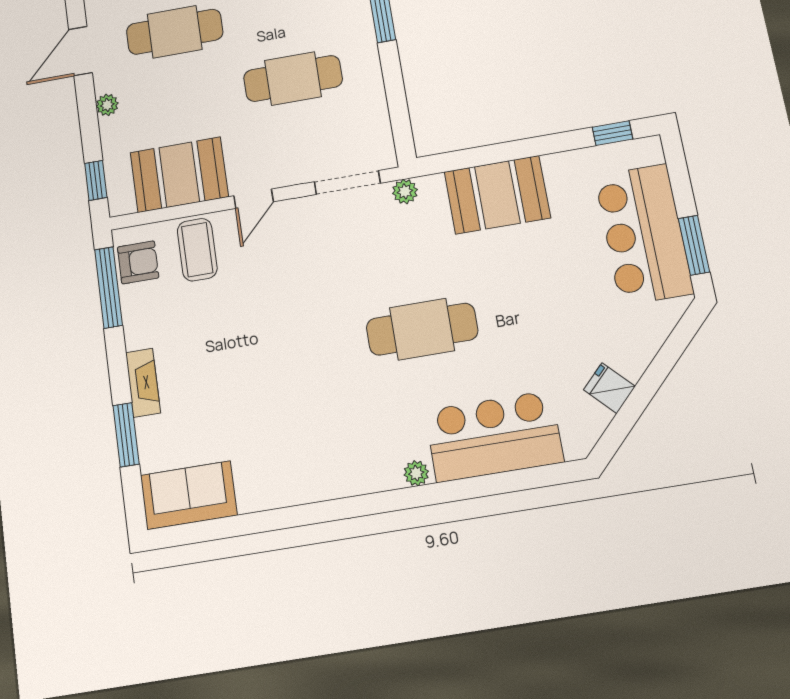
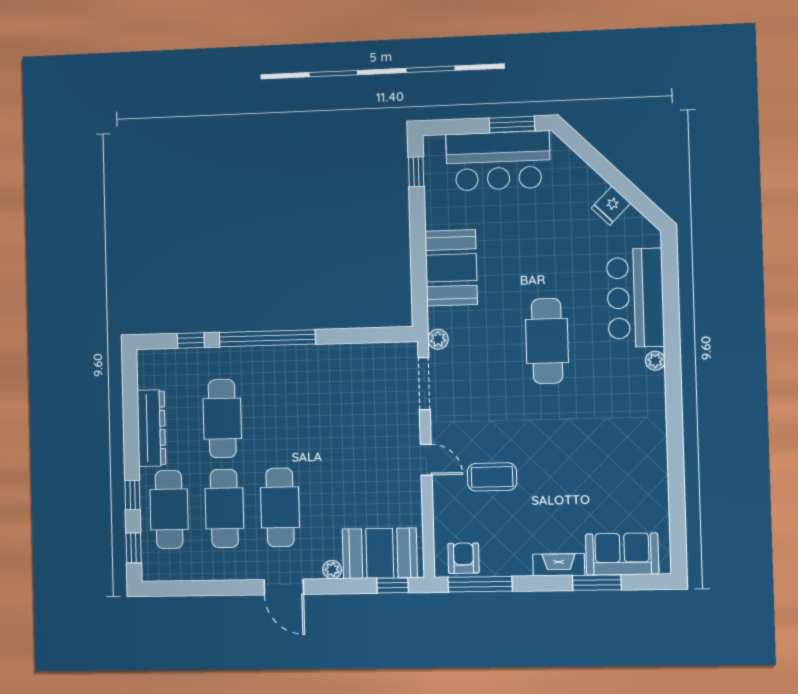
cafe table: (293, 79) -> (334, 416), removed
booth: (179, 175) -> (380, 553), moved, turned 90
coffee table: (197, 250) -> (492, 477), moved
sofa: (189, 495) -> (622, 554), moved, turned 90

